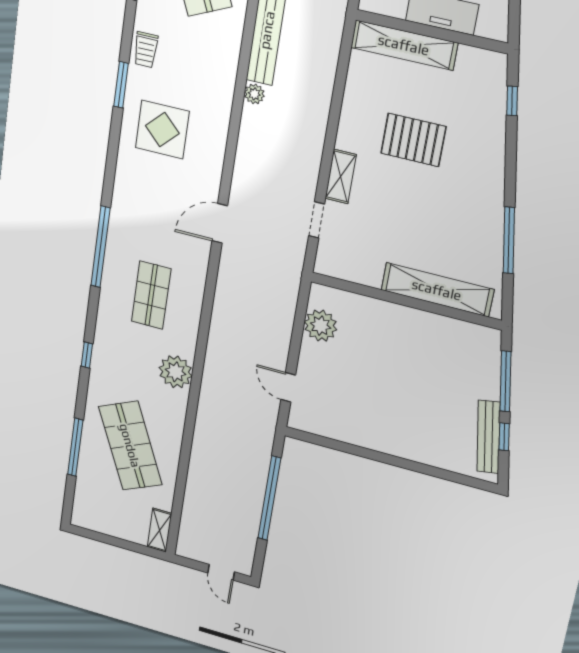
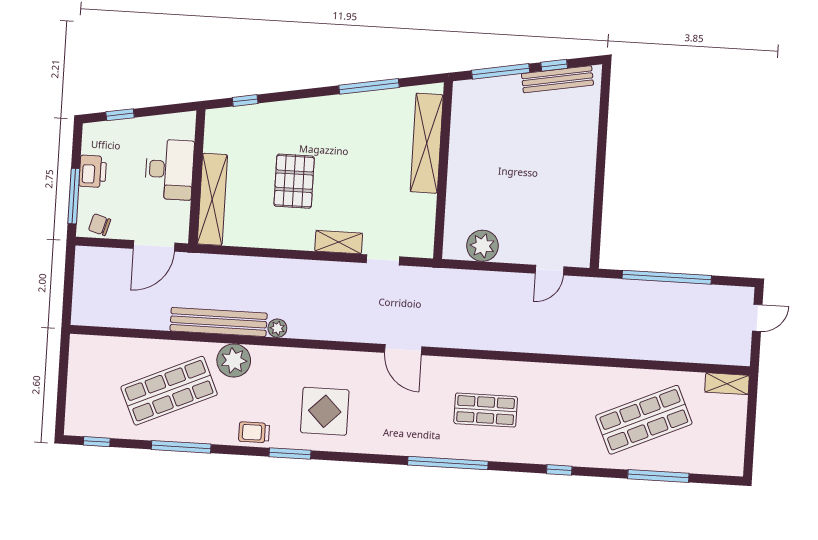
trolley: (146, 50) -> (254, 432), turned 180
plant: (176, 372) -> (234, 361), moved

